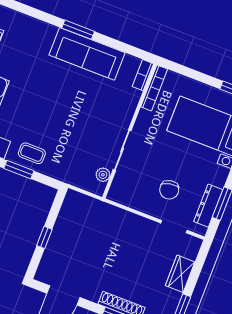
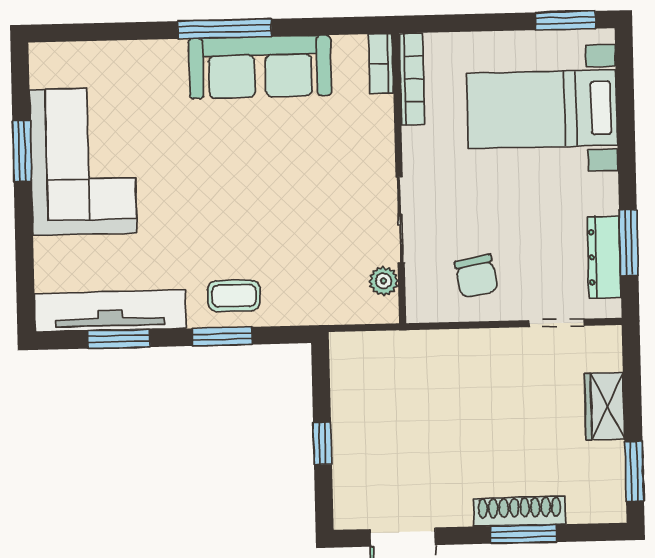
window: (78, 30) -> (225, 29), width x1.44
chair: (169, 190) -> (476, 276), moved

